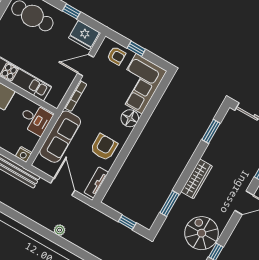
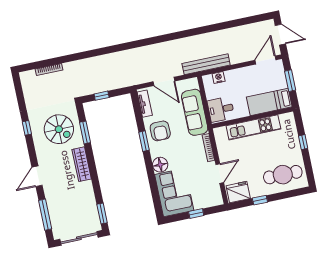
armchair: (116, 56) -> (205, 197), removed
window: (211, 131) -> (102, 214), moved
window: (126, 151) -> (144, 141), added
nightstand: (24, 154) -> (219, 77), moved
plant: (60, 230) -> (141, 51), removed
spiral stairs: (202, 233) -> (59, 129), moved

